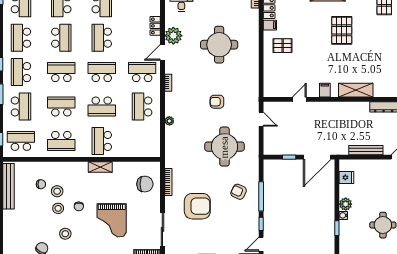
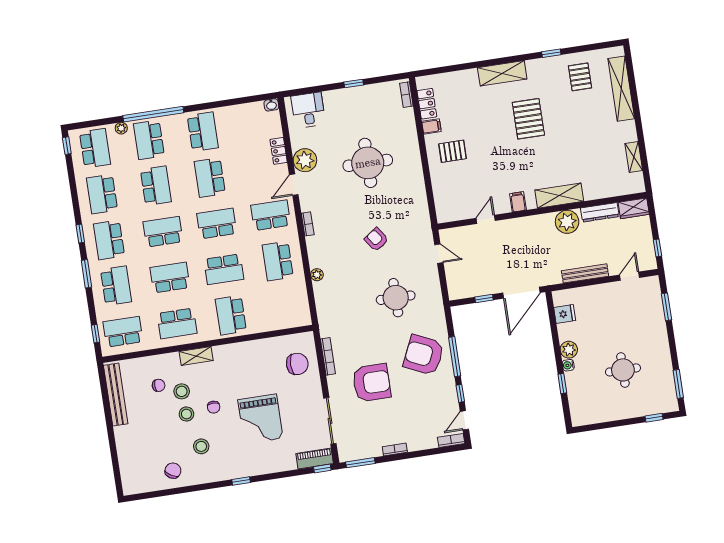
armchair: (217, 102) -> (376, 239), turned 55
plant: (359, 110) -> (567, 222), added
round table: (224, 147) -> (396, 298), width x0.73, depth x0.73
shelving: (100, 167) -> (196, 356), moved
armchair: (239, 192) -> (424, 355), width x1.88, depth x1.88

